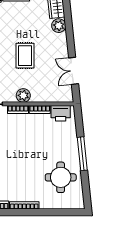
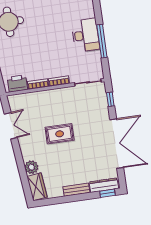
rug: (25, 56) -> (60, 134), turned 90
plant: (23, 95) -> (56, 95), removed

